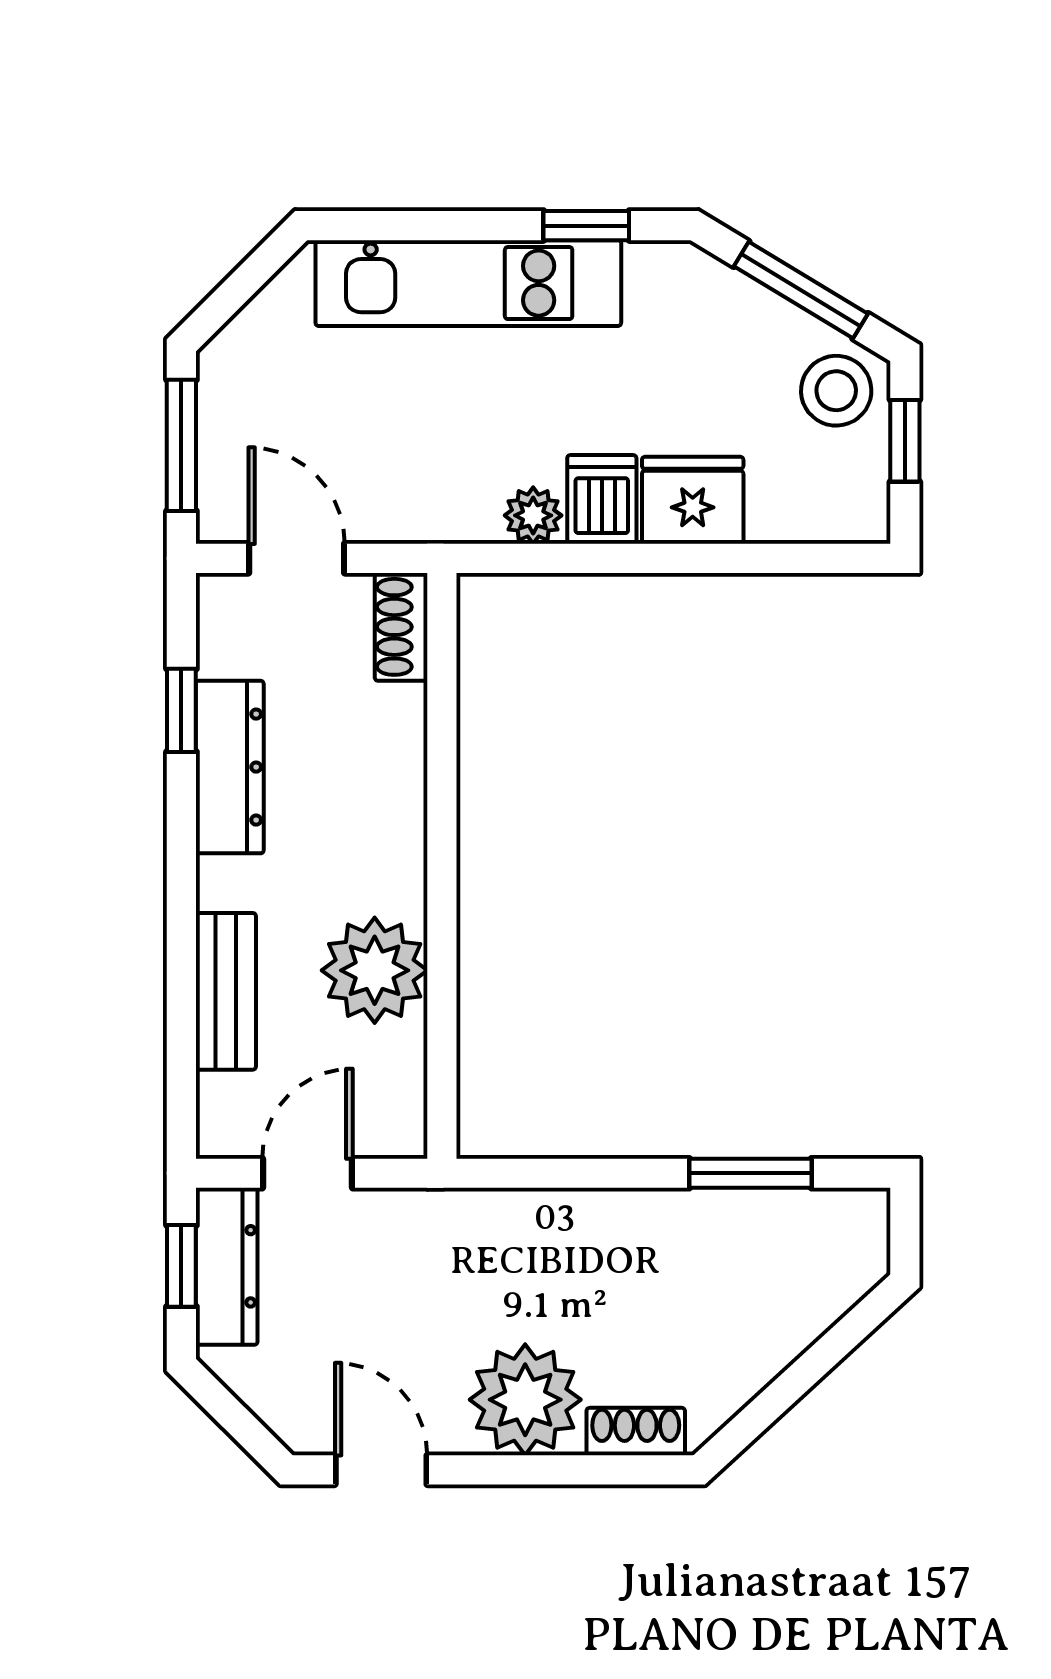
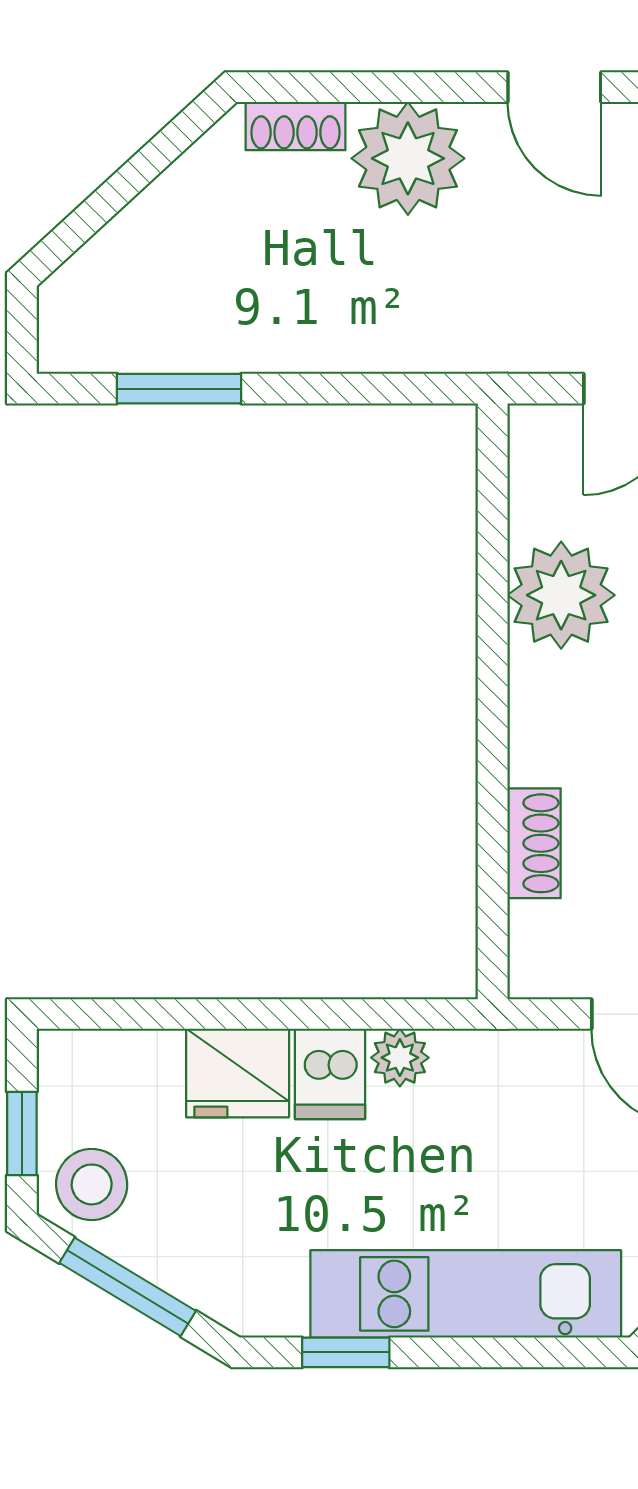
shoe rack: (401, 627) -> (534, 843), moved

